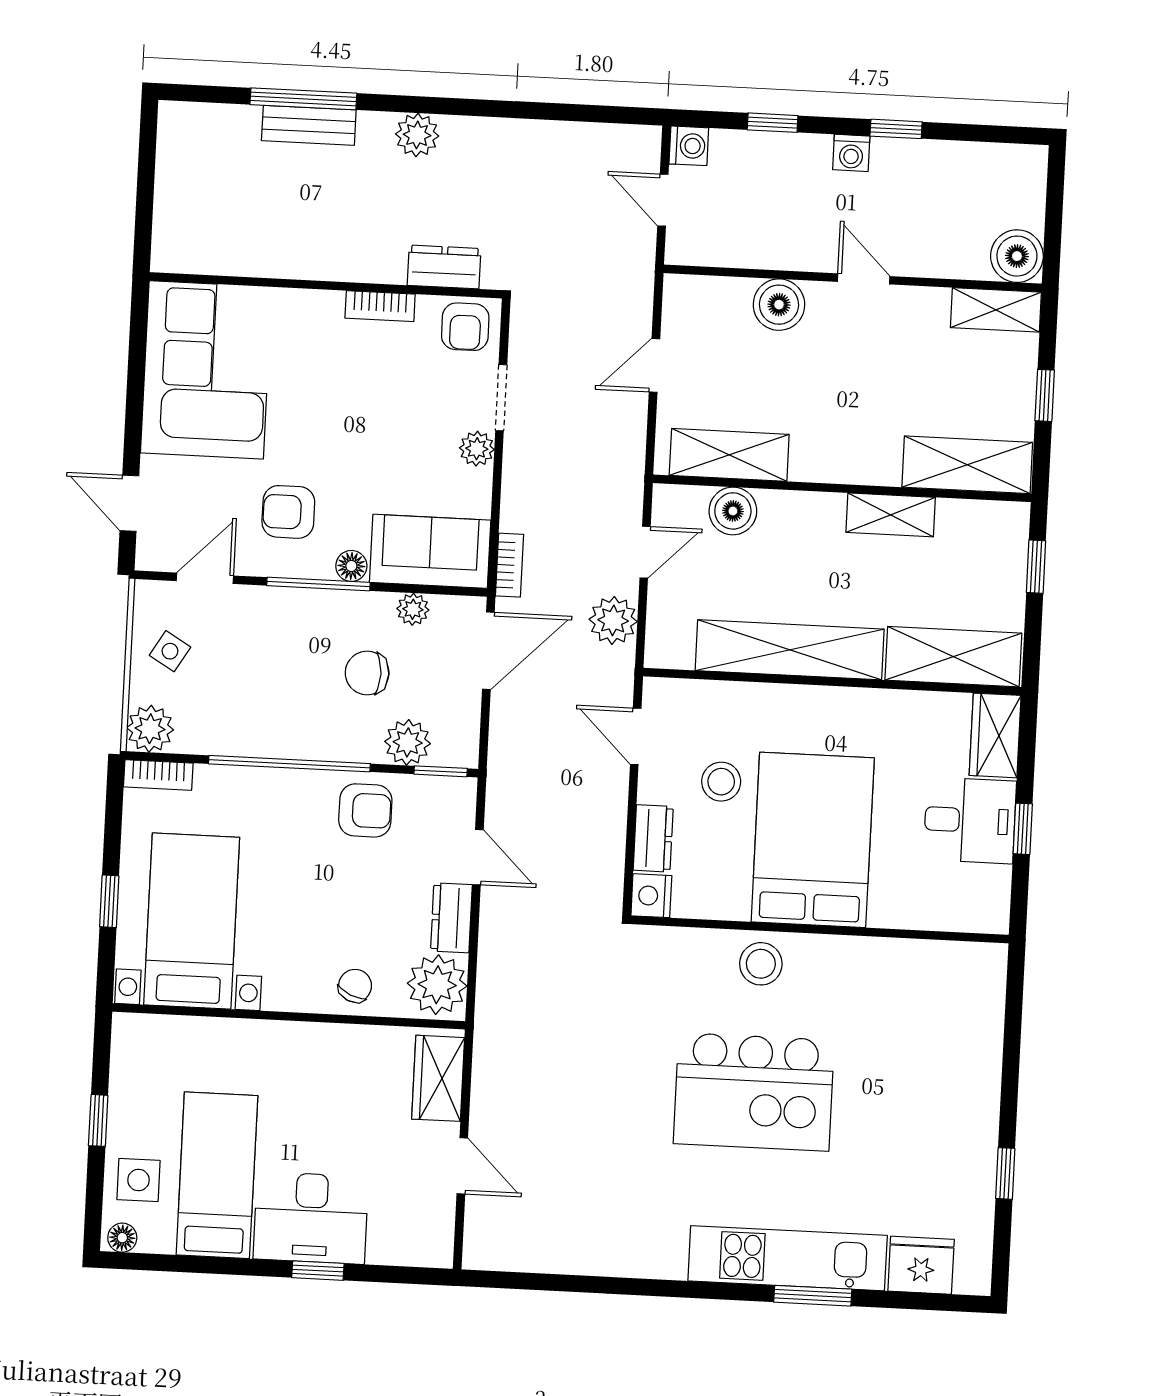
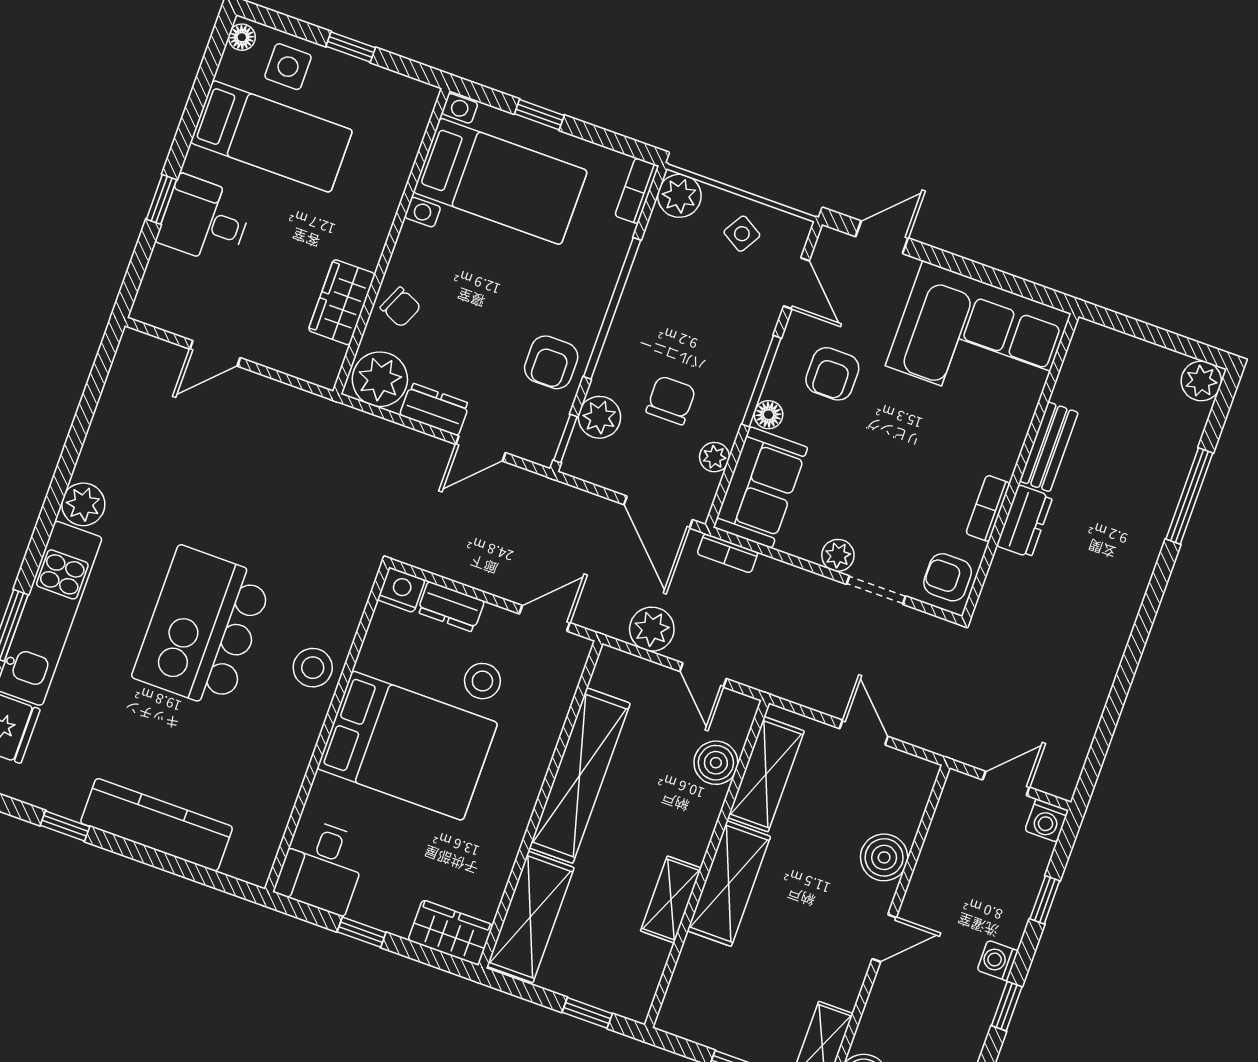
bench: (309, 125) -> (1049, 447), moved
plant: (417, 135) -> (1201, 381), moved
dresser: (444, 267) -> (1025, 521), moved
shelving: (967, 465) -> (729, 884), moved
armchair: (288, 512) -> (832, 374), turned 180
desk: (970, 820) -> (322, 866), moved
wardrobe: (438, 1078) -> (342, 302), moved, turned -90
kitchen counter: (975, 1078) -> (157, 825), added
desk: (311, 1218) -> (205, 220), width x0.73
plant: (662, 1256) -> (83, 504), added

